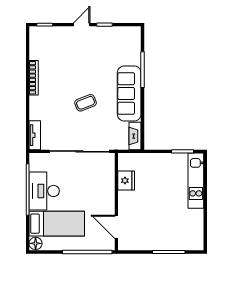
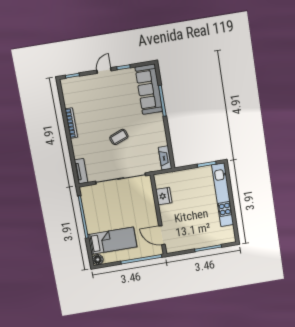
sofa: (129, 93) -> (149, 89), moved
kitchen unit: (196, 181) -> (223, 195), width x1.36
desk: (44, 191) -> (97, 216), removed

